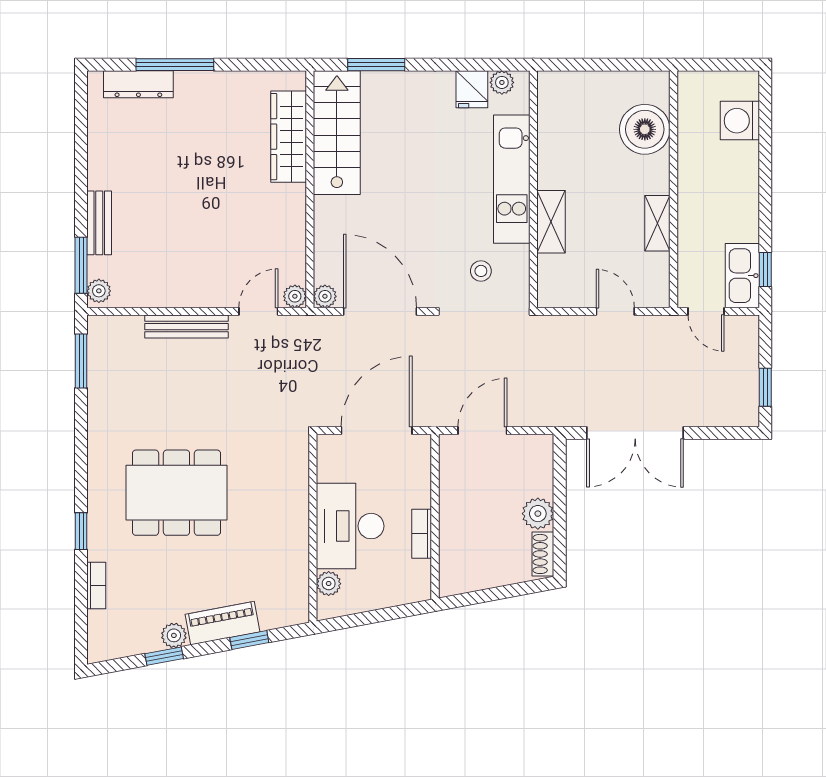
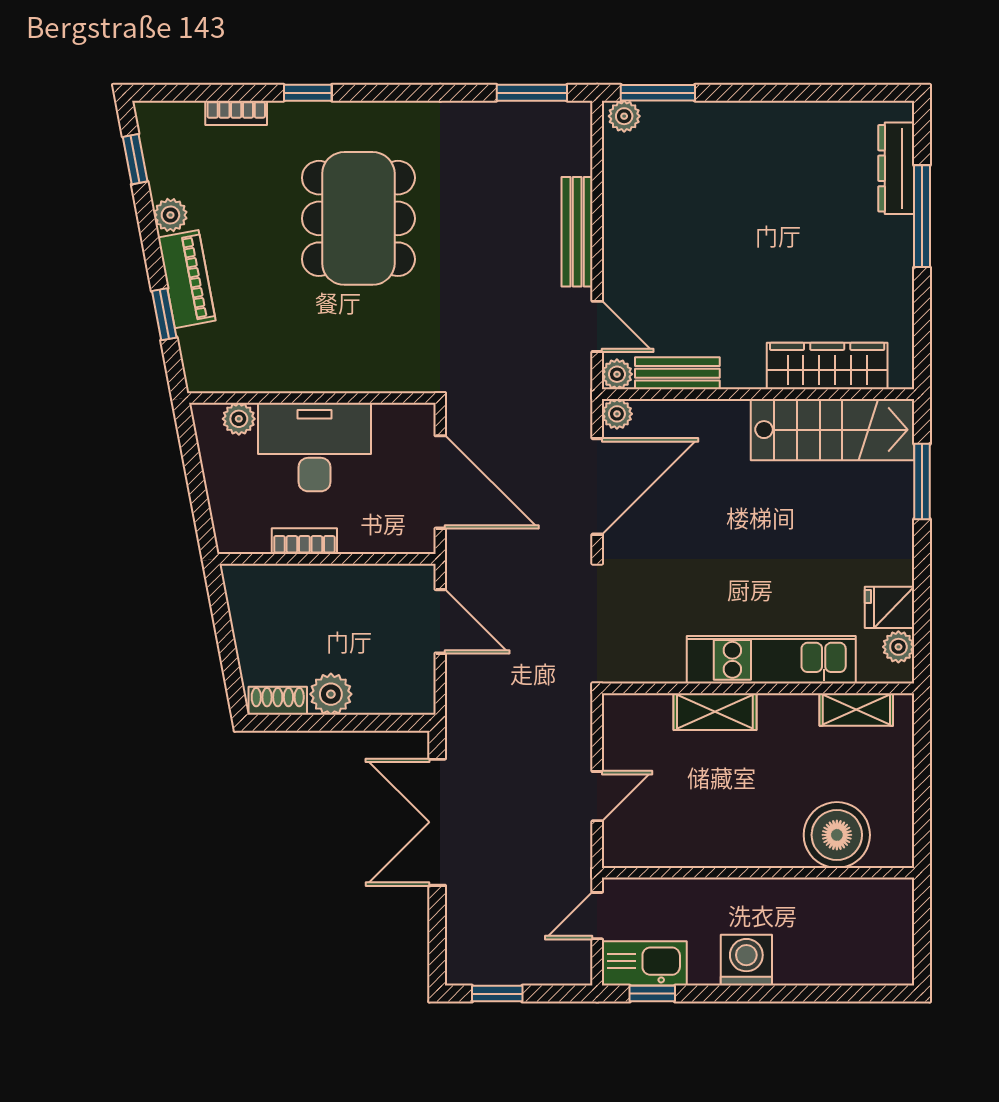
washing machine: (740, 121) -> (746, 960), moved
bench: (99, 223) -> (677, 373), moved
shelving: (657, 223) -> (856, 710), moved
stool: (481, 271) -> (650, 619), removed
window: (164, 656) -> (135, 159), moved

